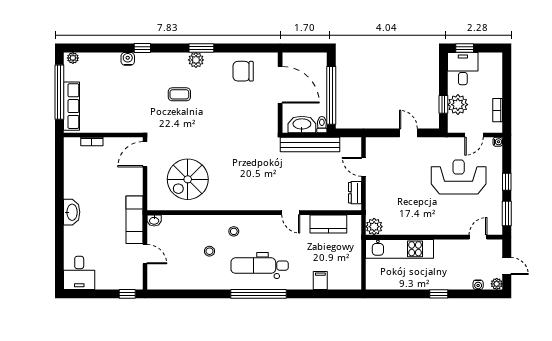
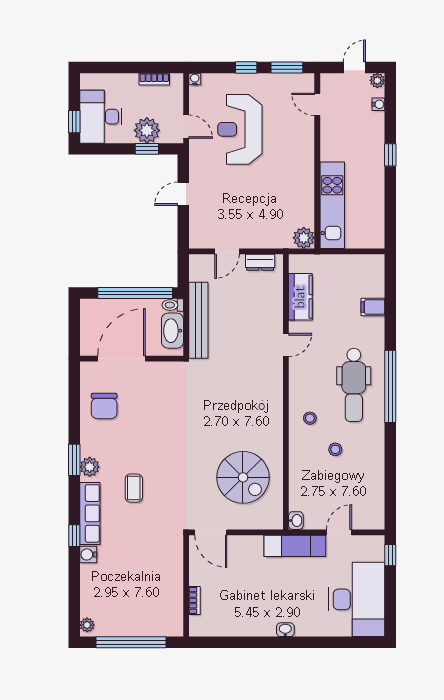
desk: (463, 69) -> (101, 117), width x1.37
row of seats: (72, 106) -> (90, 513), moved, turned 90
door: (474, 135) -> (186, 127), moved
washbasin: (72, 212) -> (285, 630), width x0.52, depth x0.69
desk: (79, 273) -> (357, 599), width x1.87, depth x1.30

